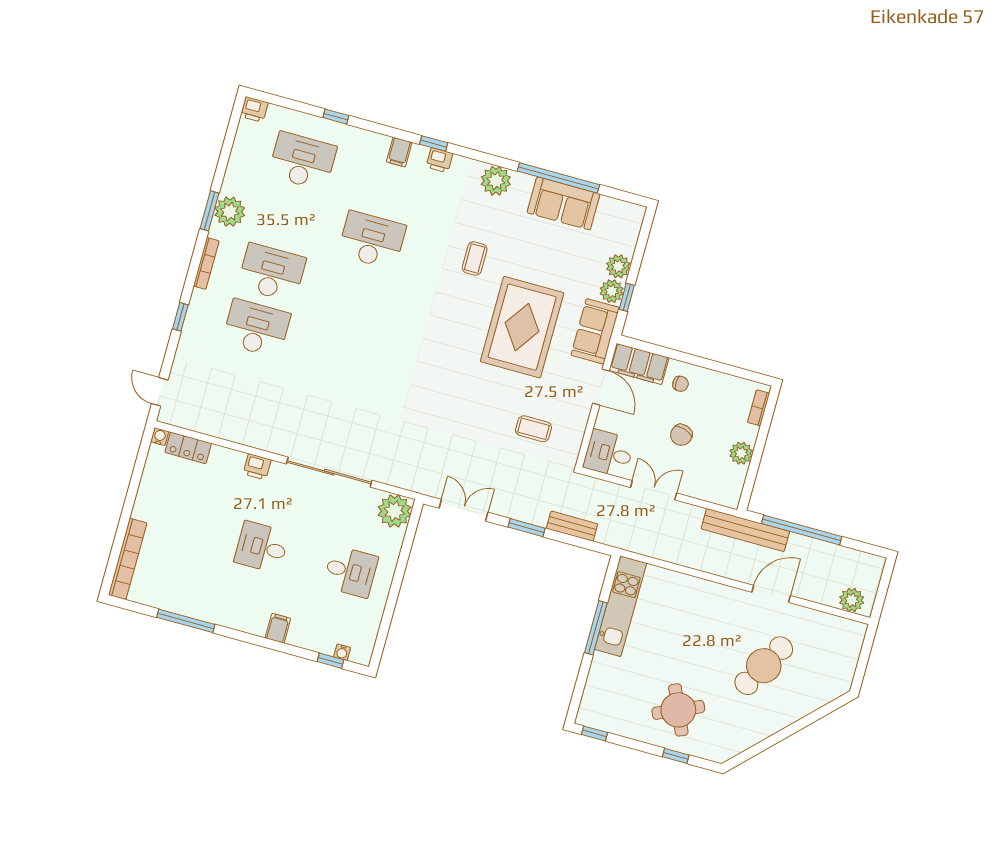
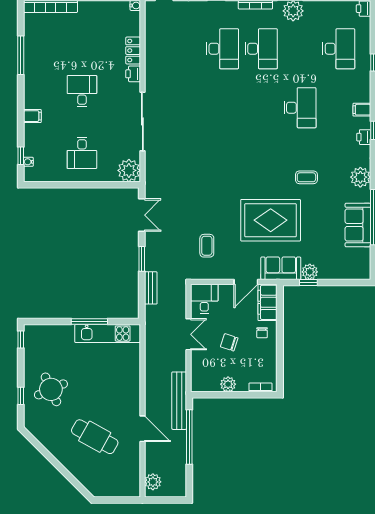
plant: (618, 266) -> (327, 272), removed
locker: (188, 448) -> (133, 51), moved

